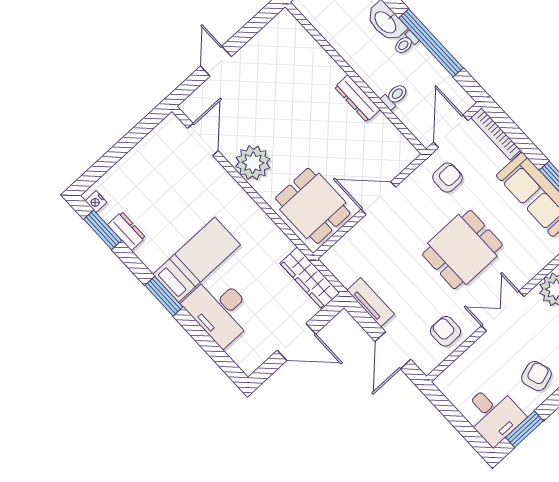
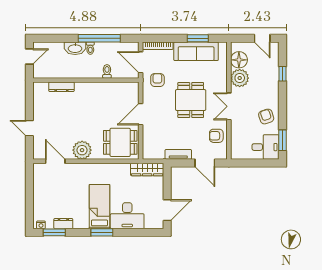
dresser: (357, 99) -> (61, 87), moved
door: (296, 342) -> (167, 210), moved

